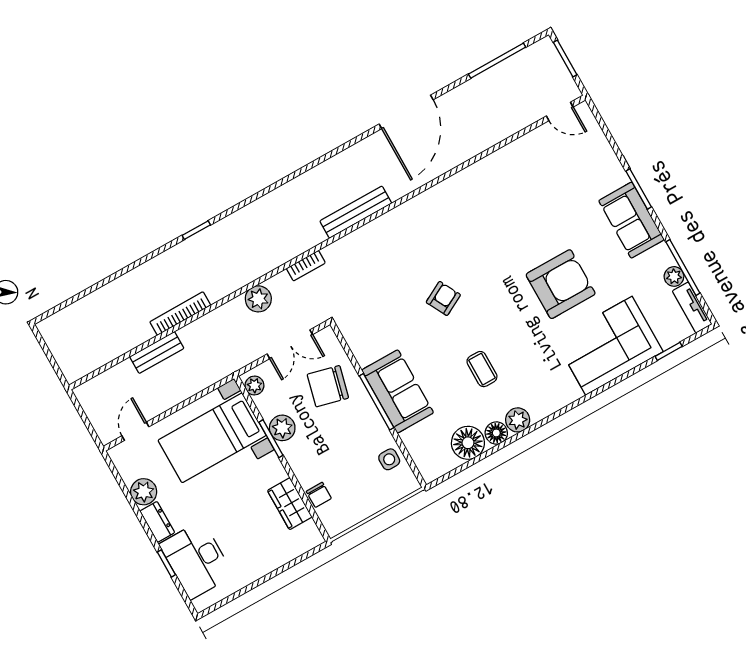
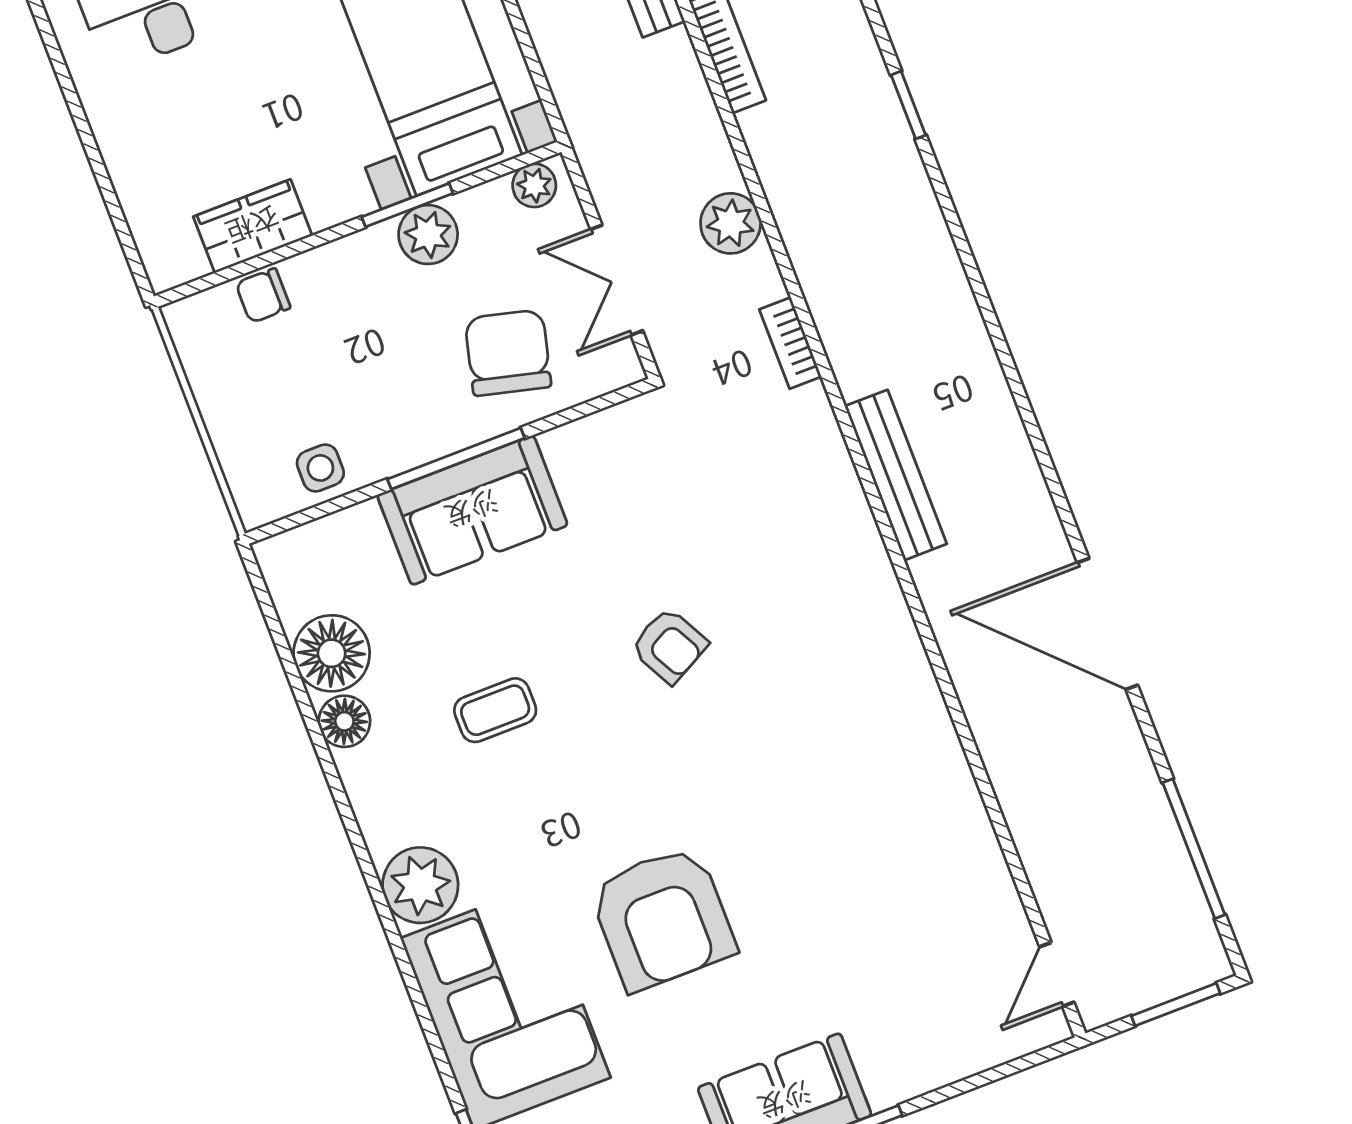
plant: (518, 420) -> (420, 885), moved, width x1.36, depth x1.36

